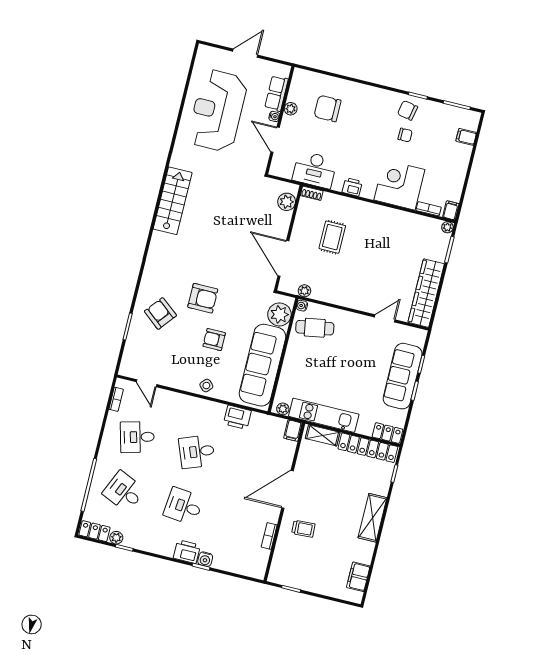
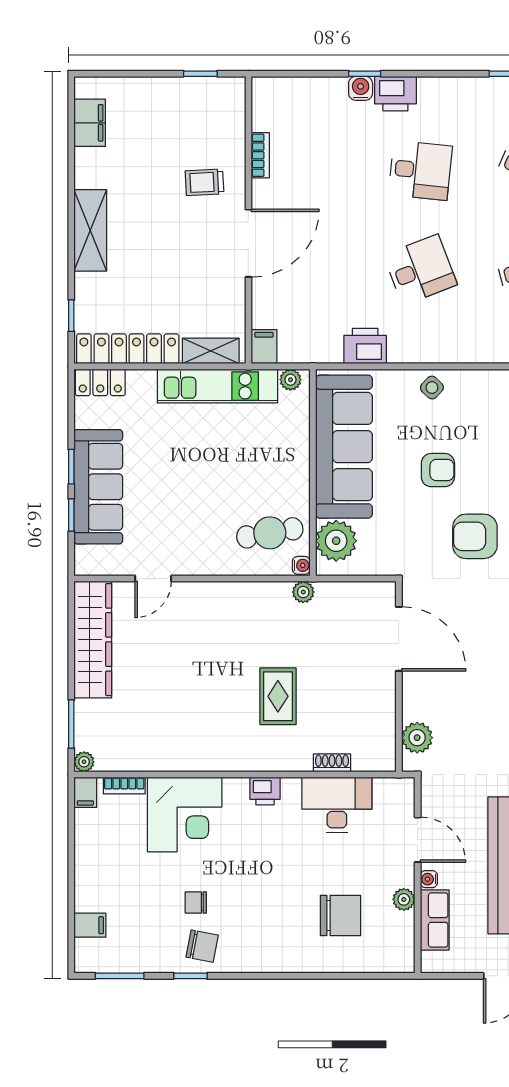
plant: (287, 202) -> (417, 738), moved
wall: (288, 238) -> (399, 677), moved
door: (283, 258) -> (399, 639), moved

